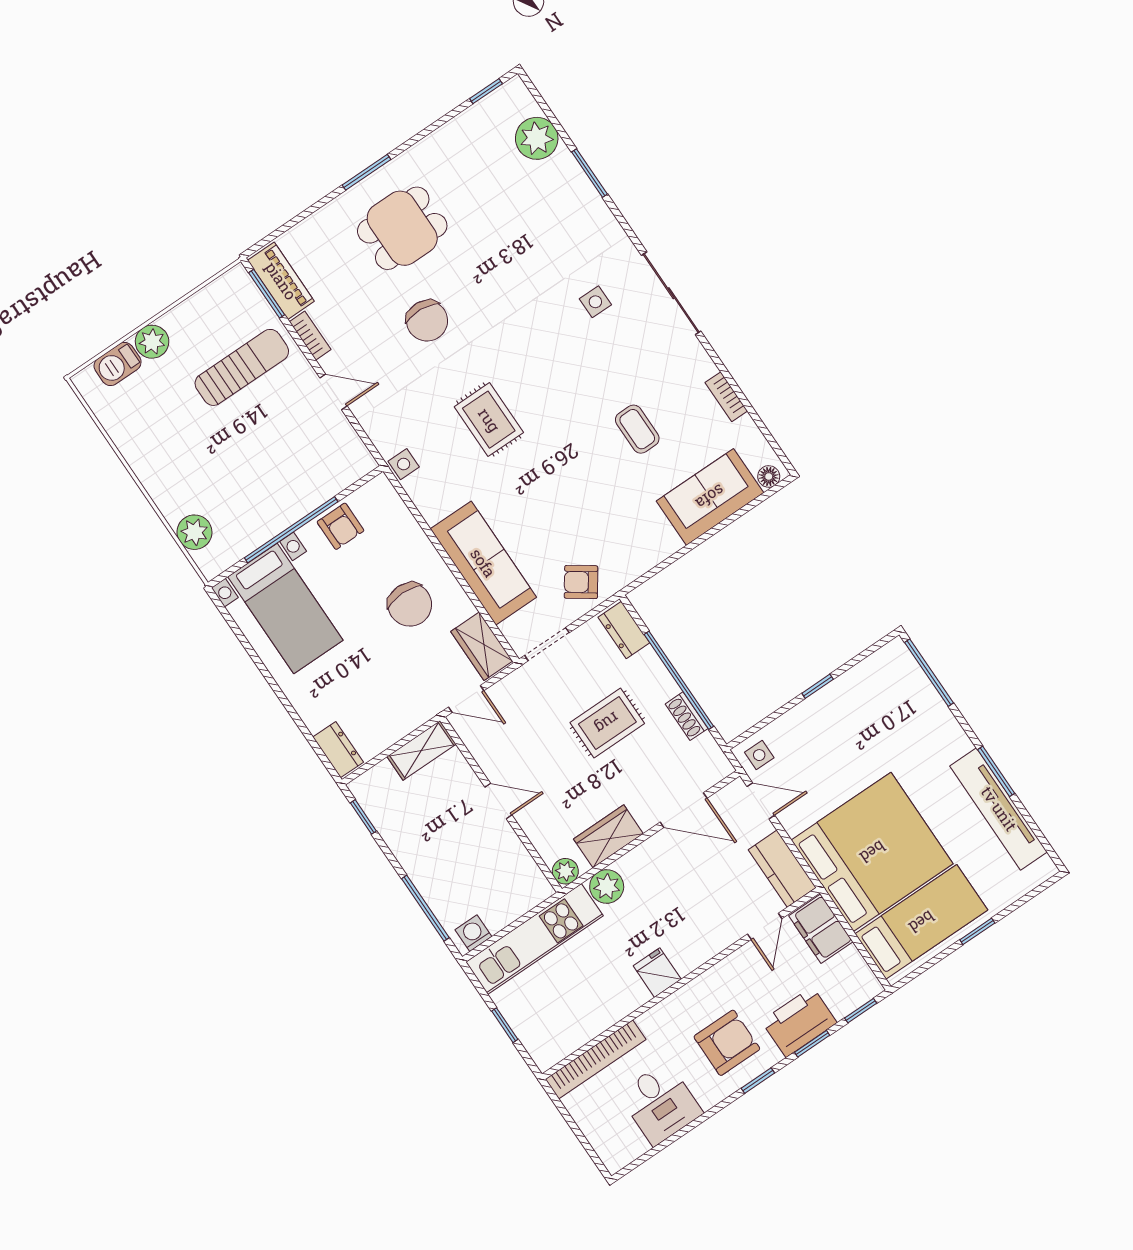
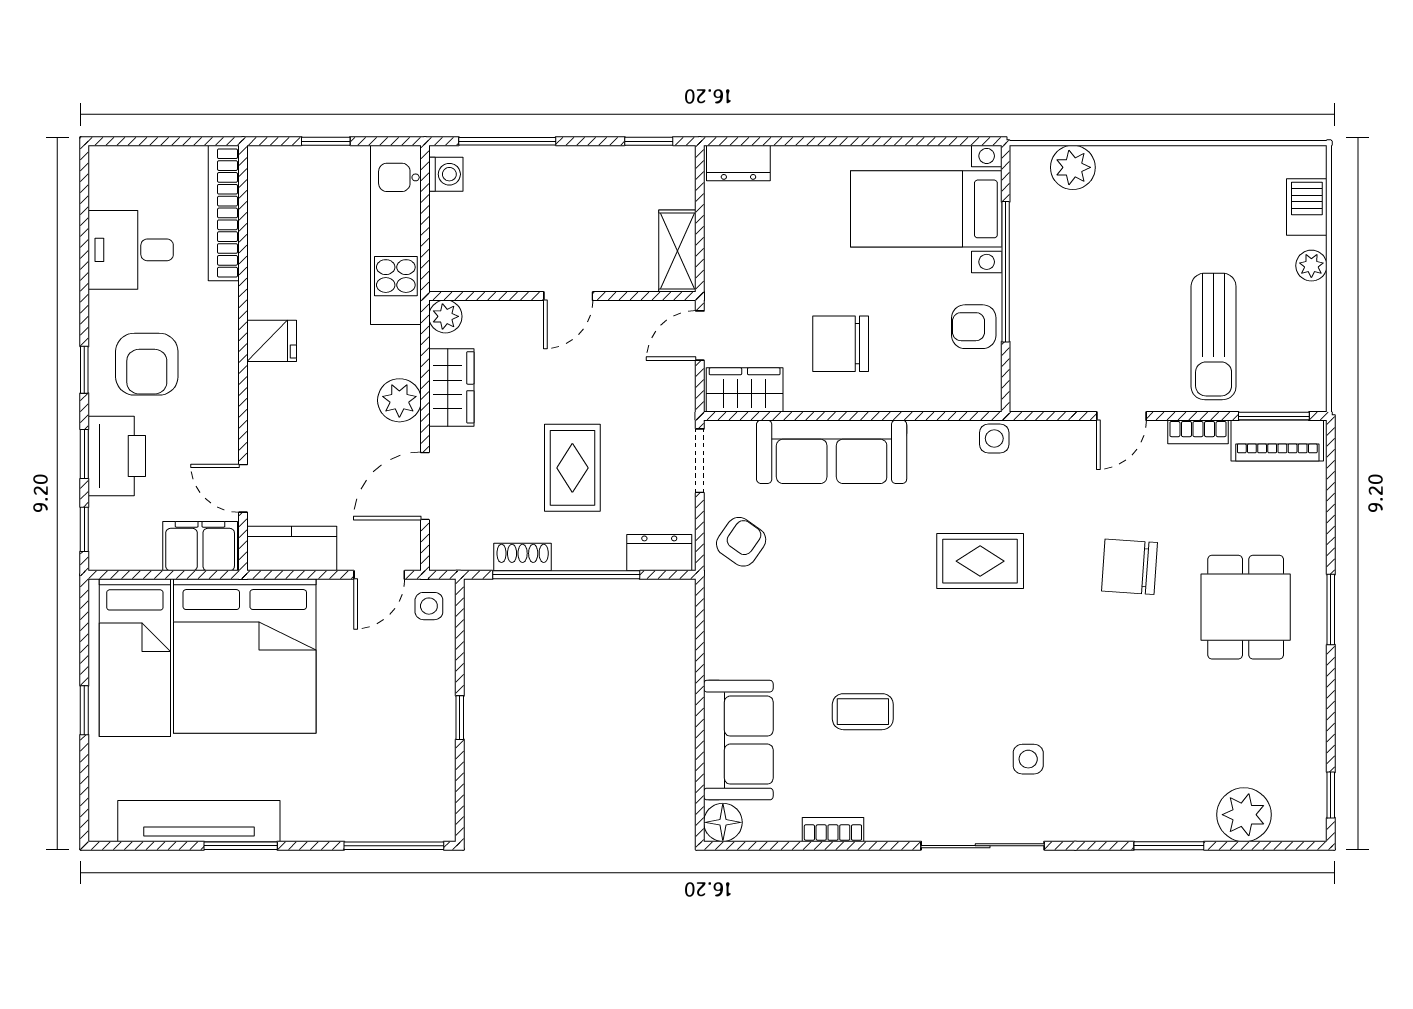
plant: (152, 342) -> (1311, 266), width x0.73, depth x0.73
floor lamp: (769, 476) -> (723, 822), width x1.37, depth x1.37
plant: (607, 887) -> (399, 400), moved

